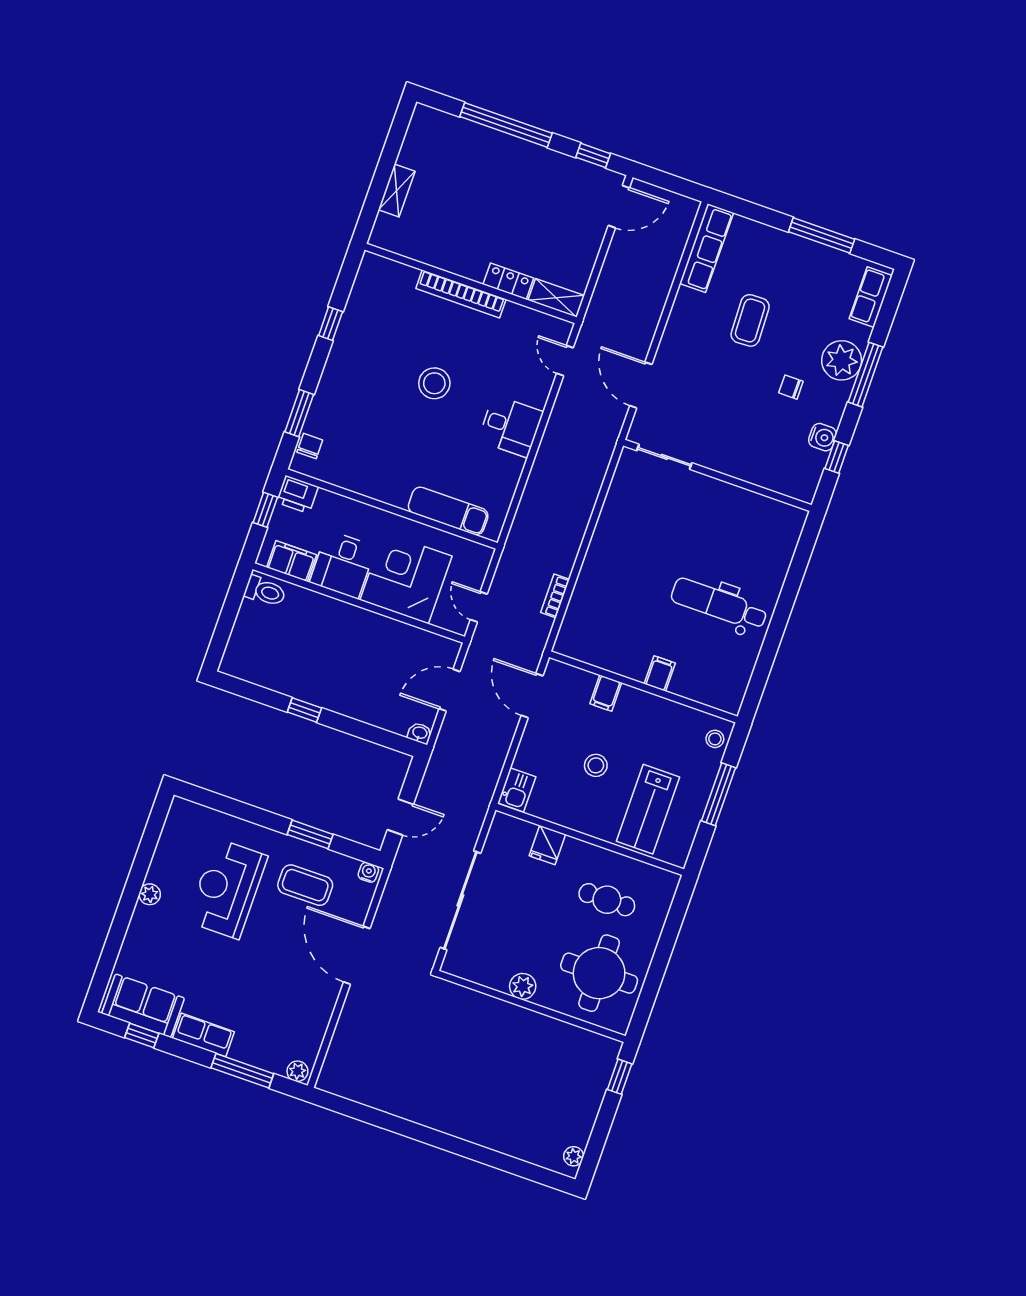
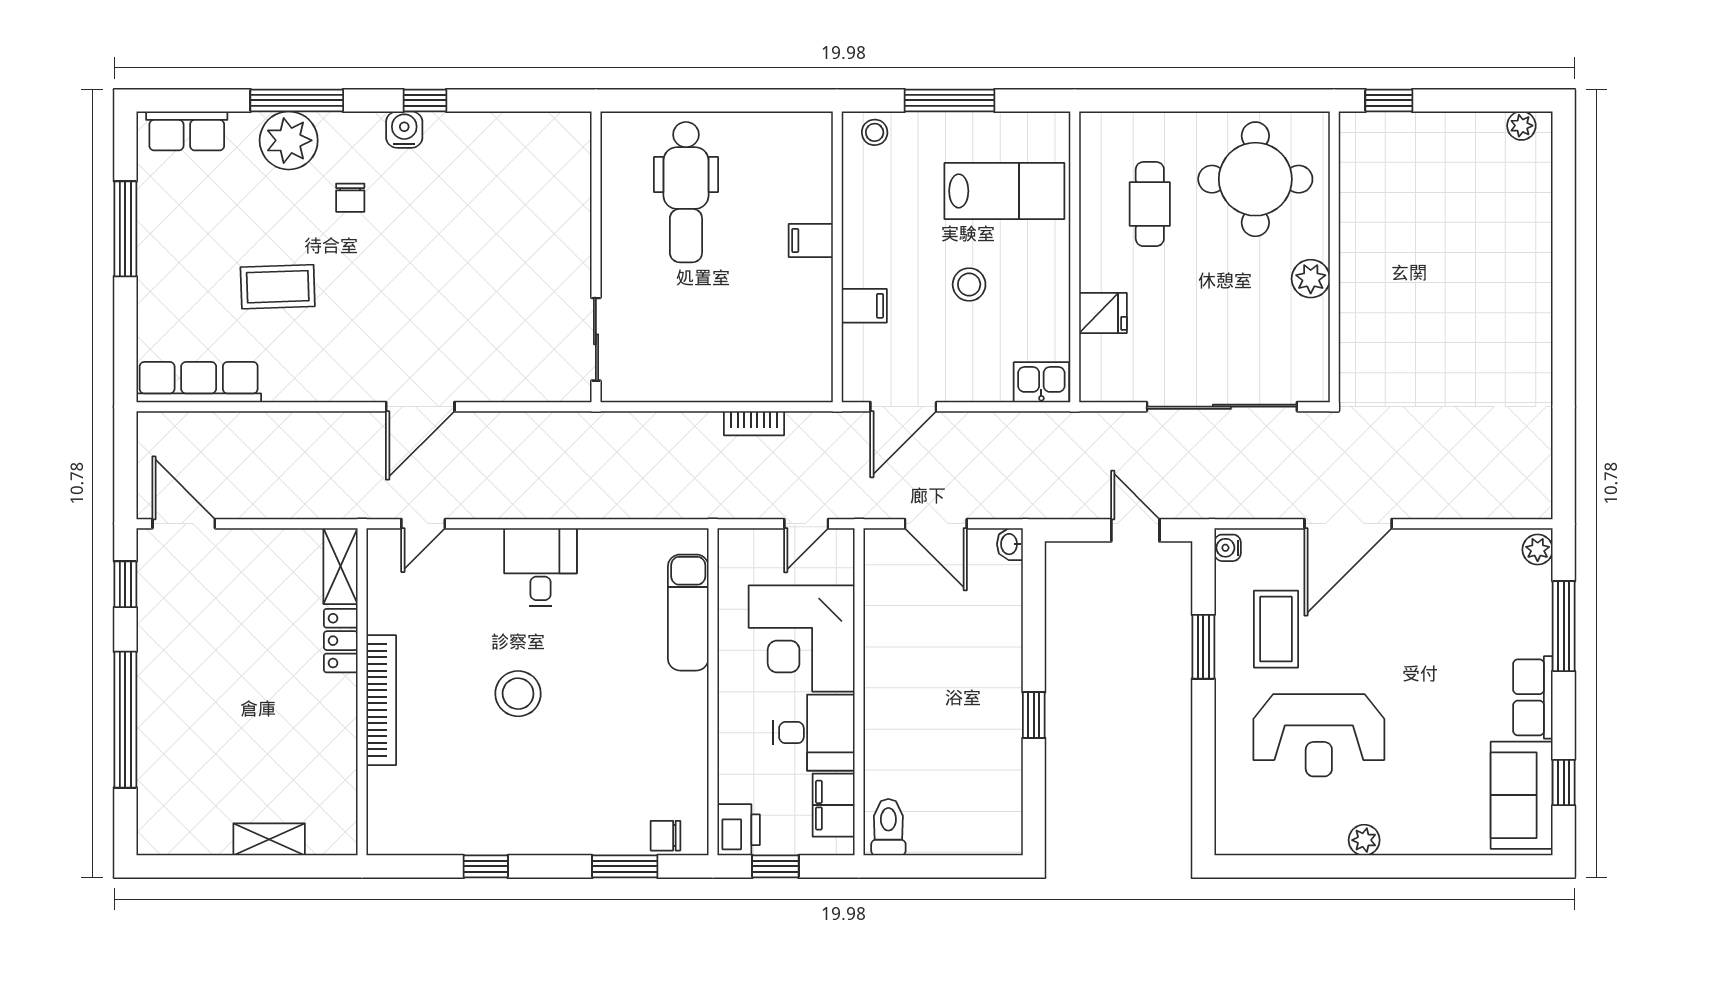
sliding door: (664, 457) -> (596, 339), moved
wall: (717, 475) -> (596, 257), moved

